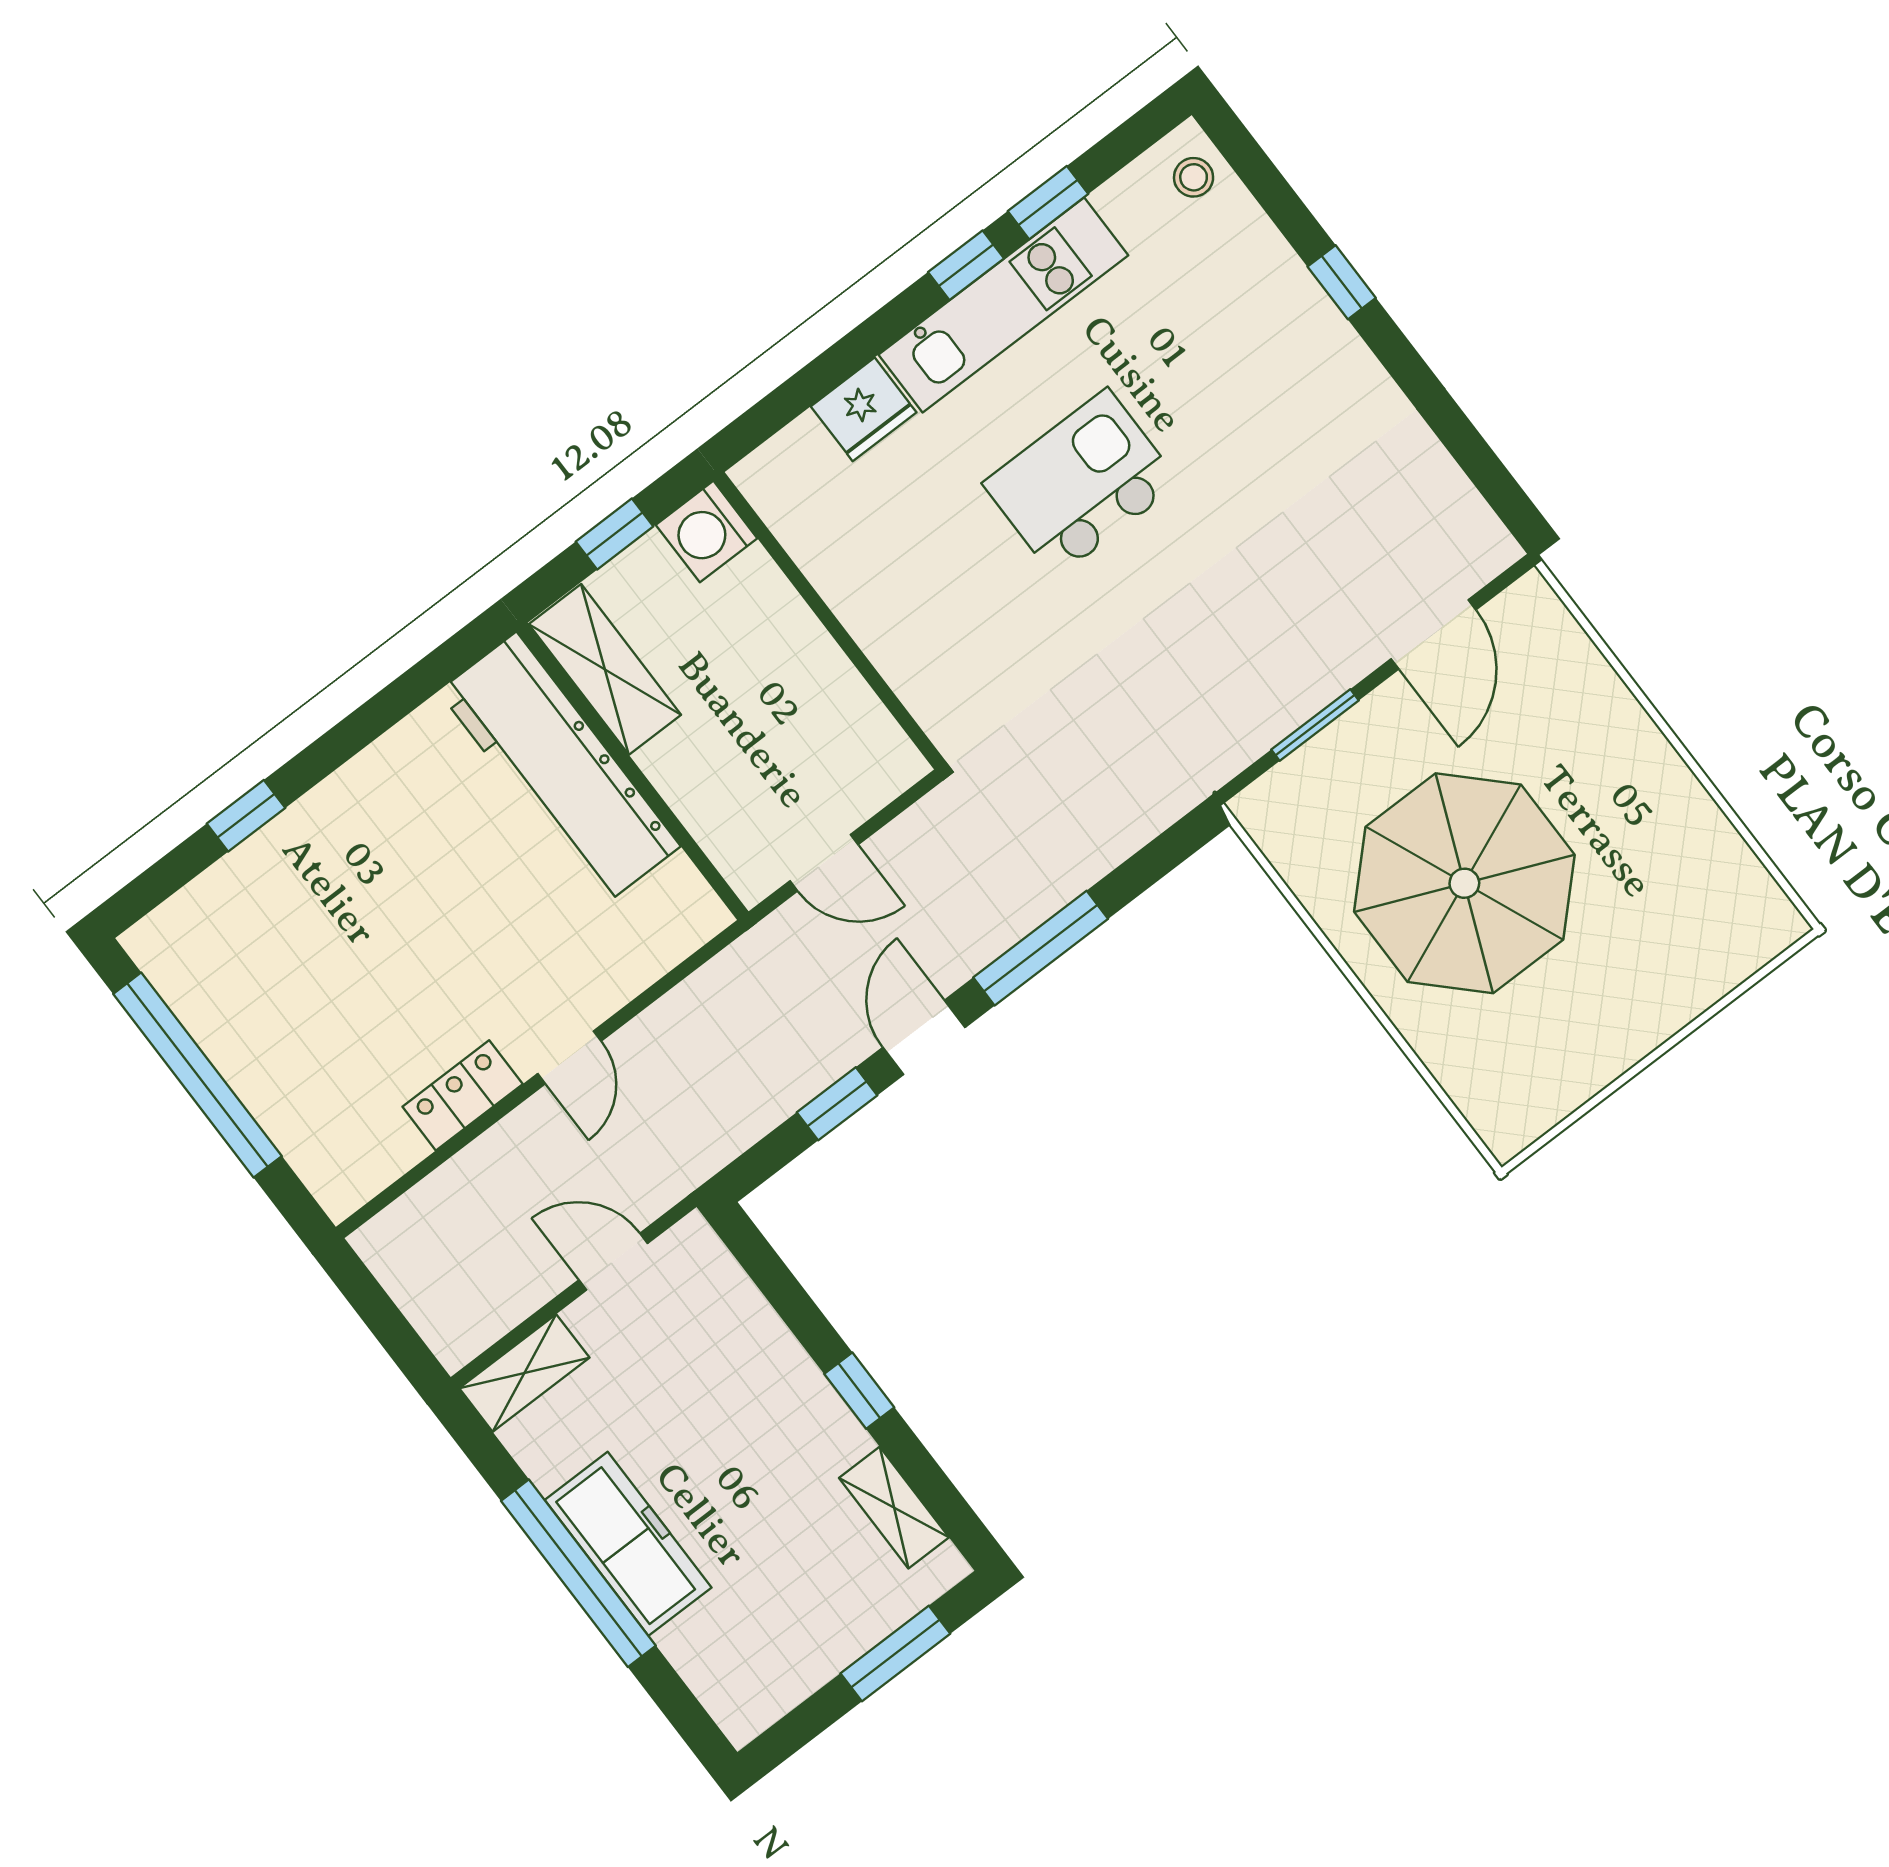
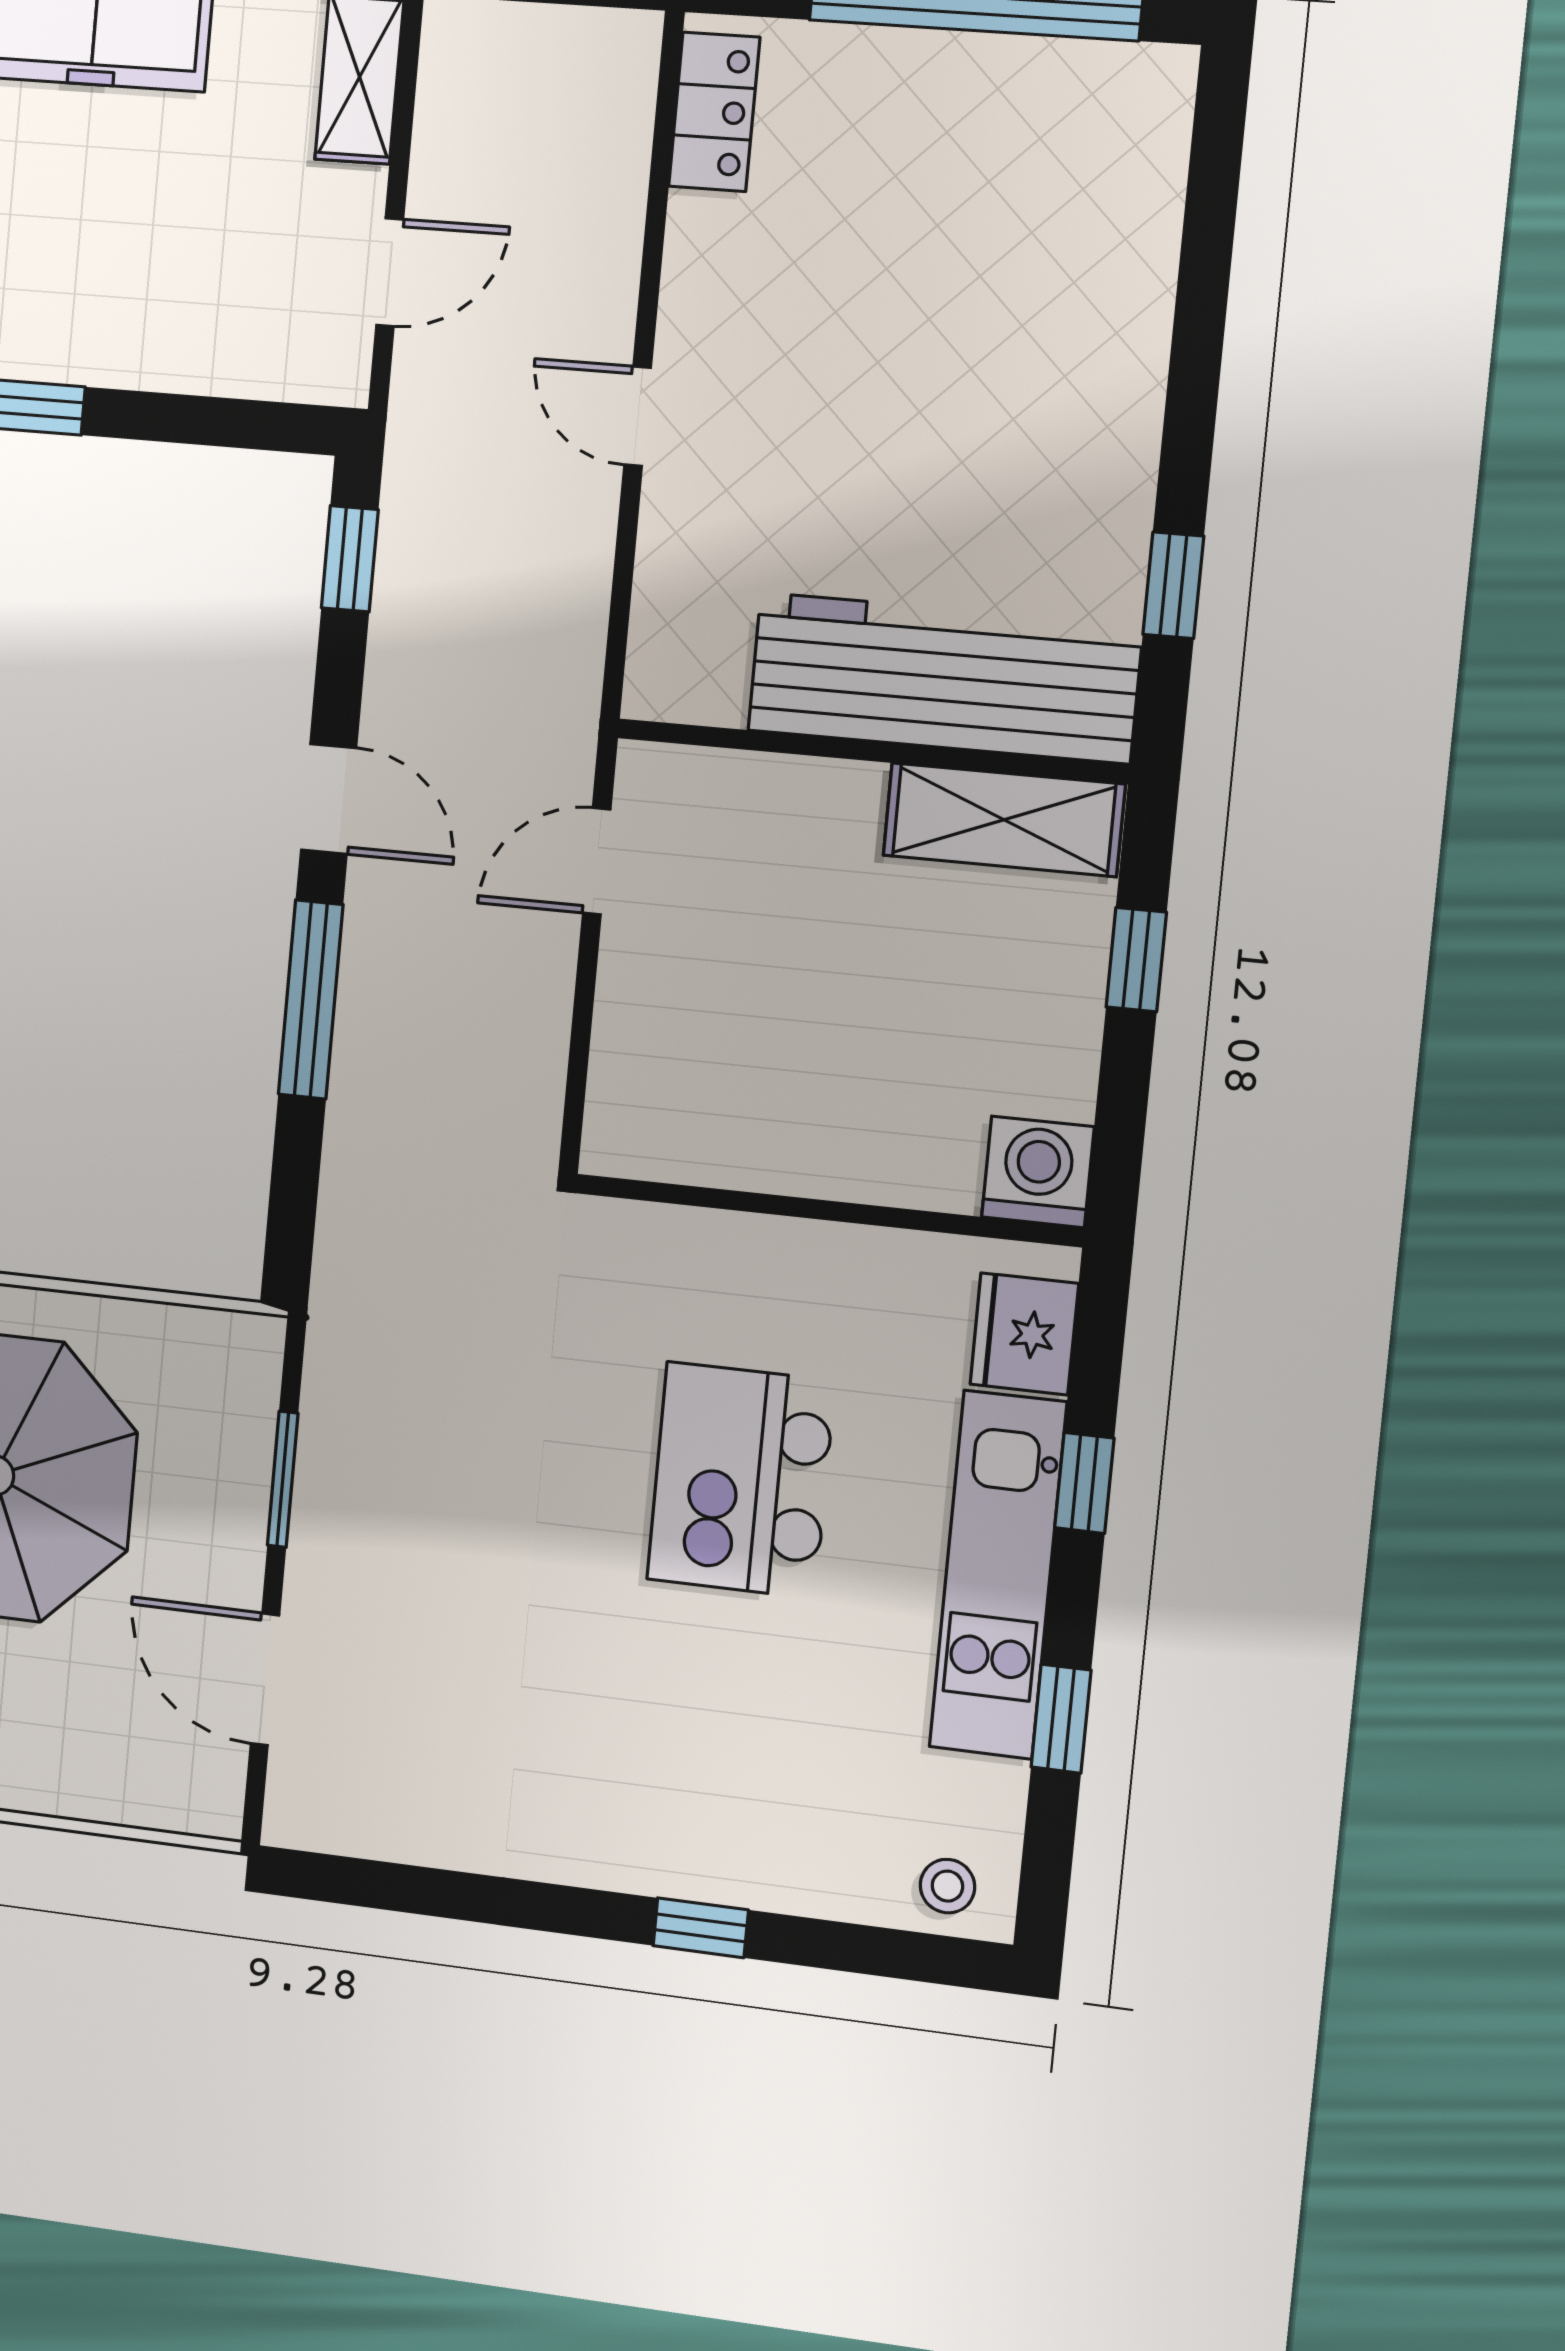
window: (966, 265) -> (1084, 1483), moved
kitchen island: (1081, 483) -> (741, 1480), turned 180
washing machine: (707, 532) -> (1038, 1172), moved
wall: (829, 621) -> (828, 1210), moved
window: (246, 816) -> (1173, 585), moved
locker: (463, 1095) -> (714, 112), moved
window: (837, 1104) -> (350, 559), moved

